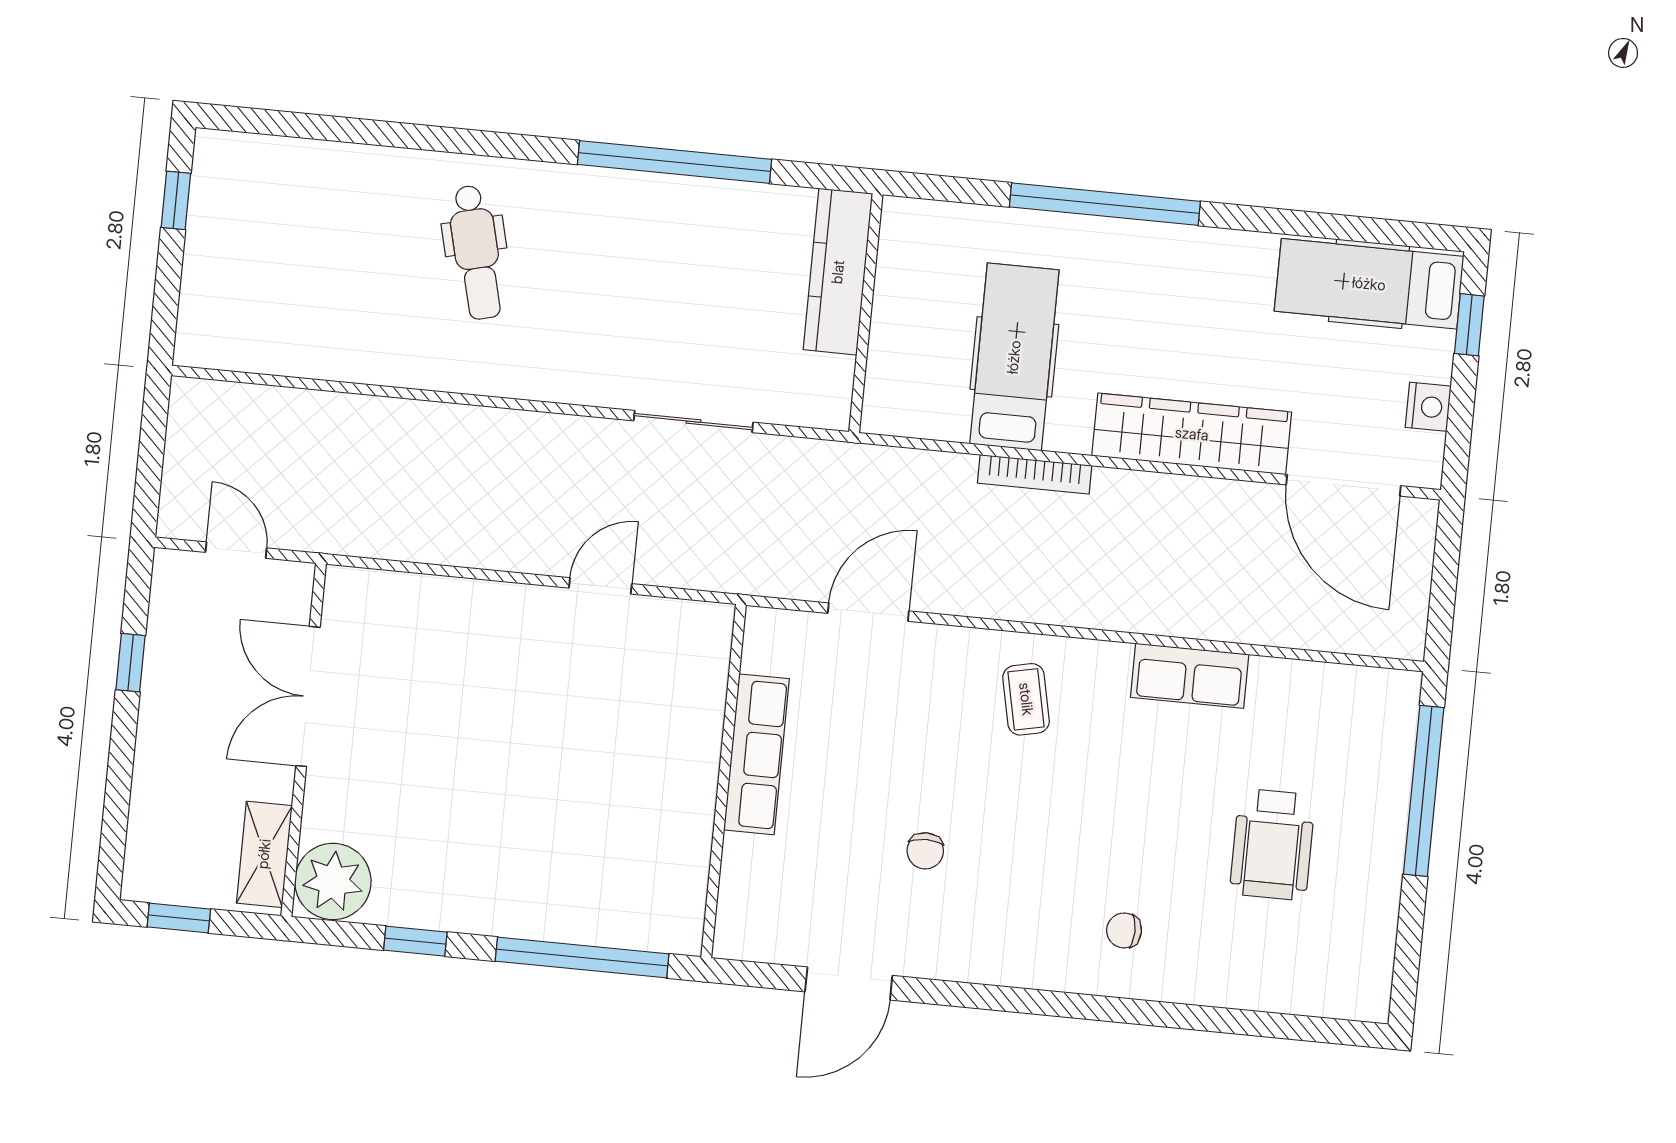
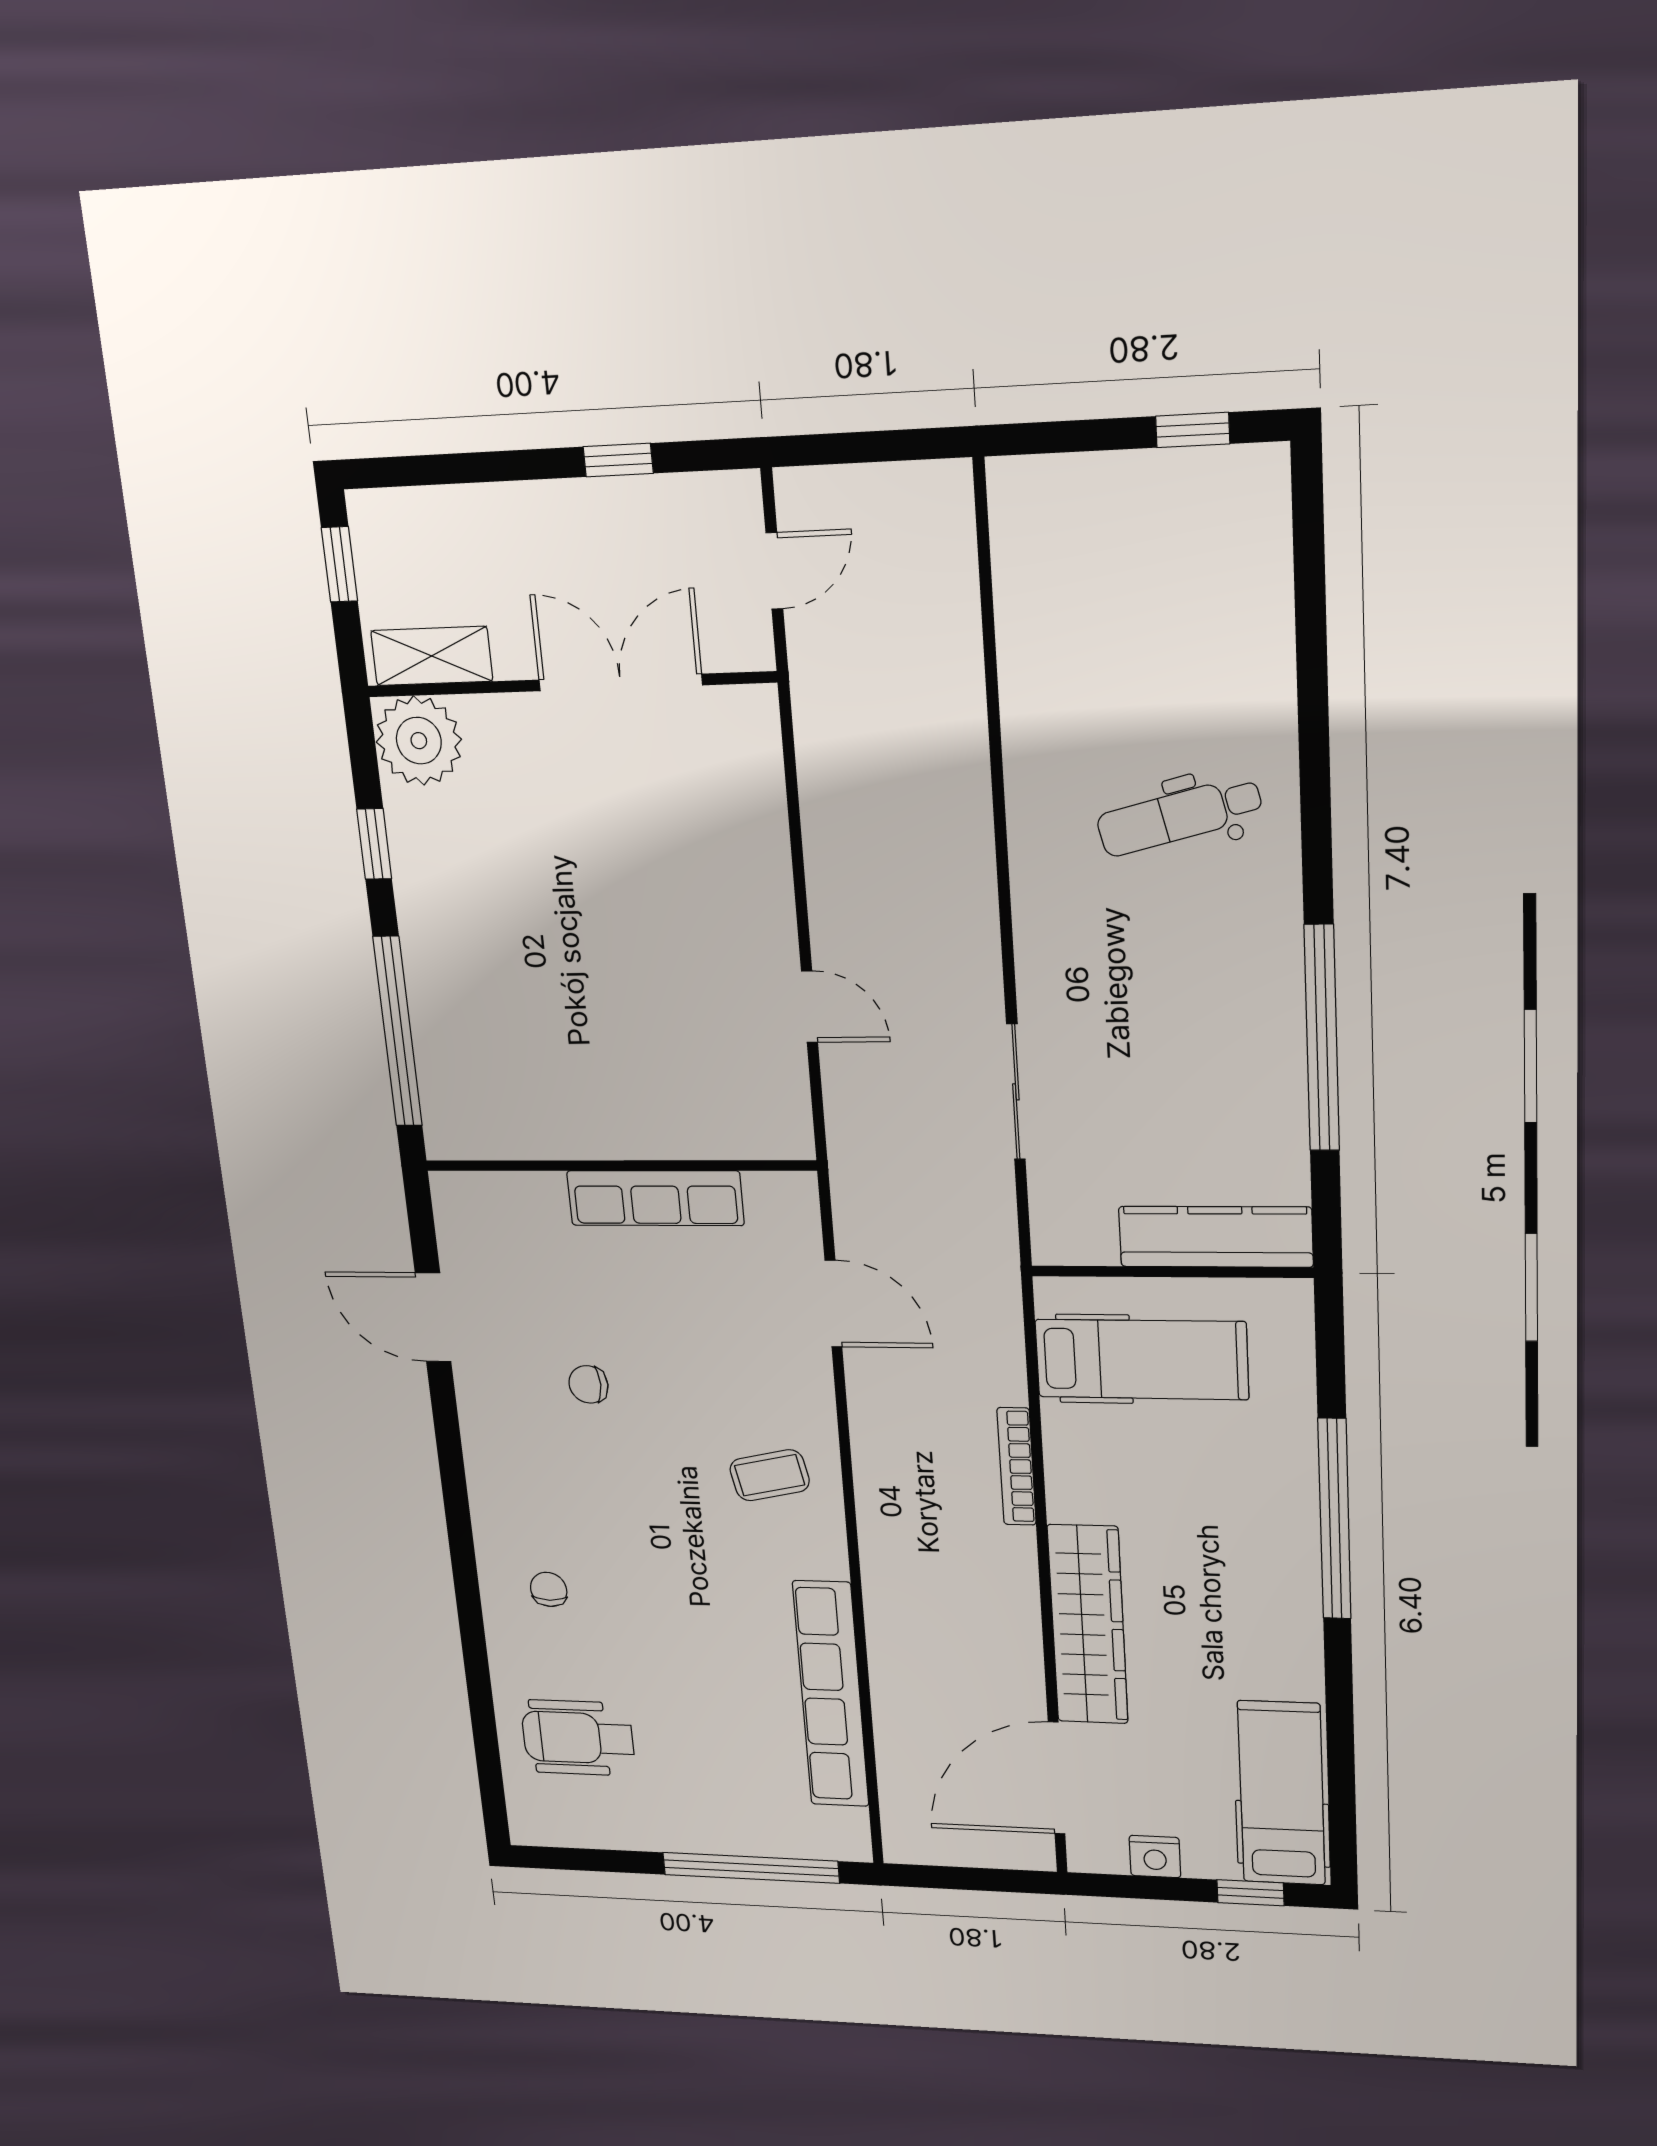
hospital bed: (1014, 357) -> (1142, 1359), moved
row of seats: (1190, 676) -> (831, 1695), width x2.02
wheelchair: (1272, 844) -> (578, 1738), moved

